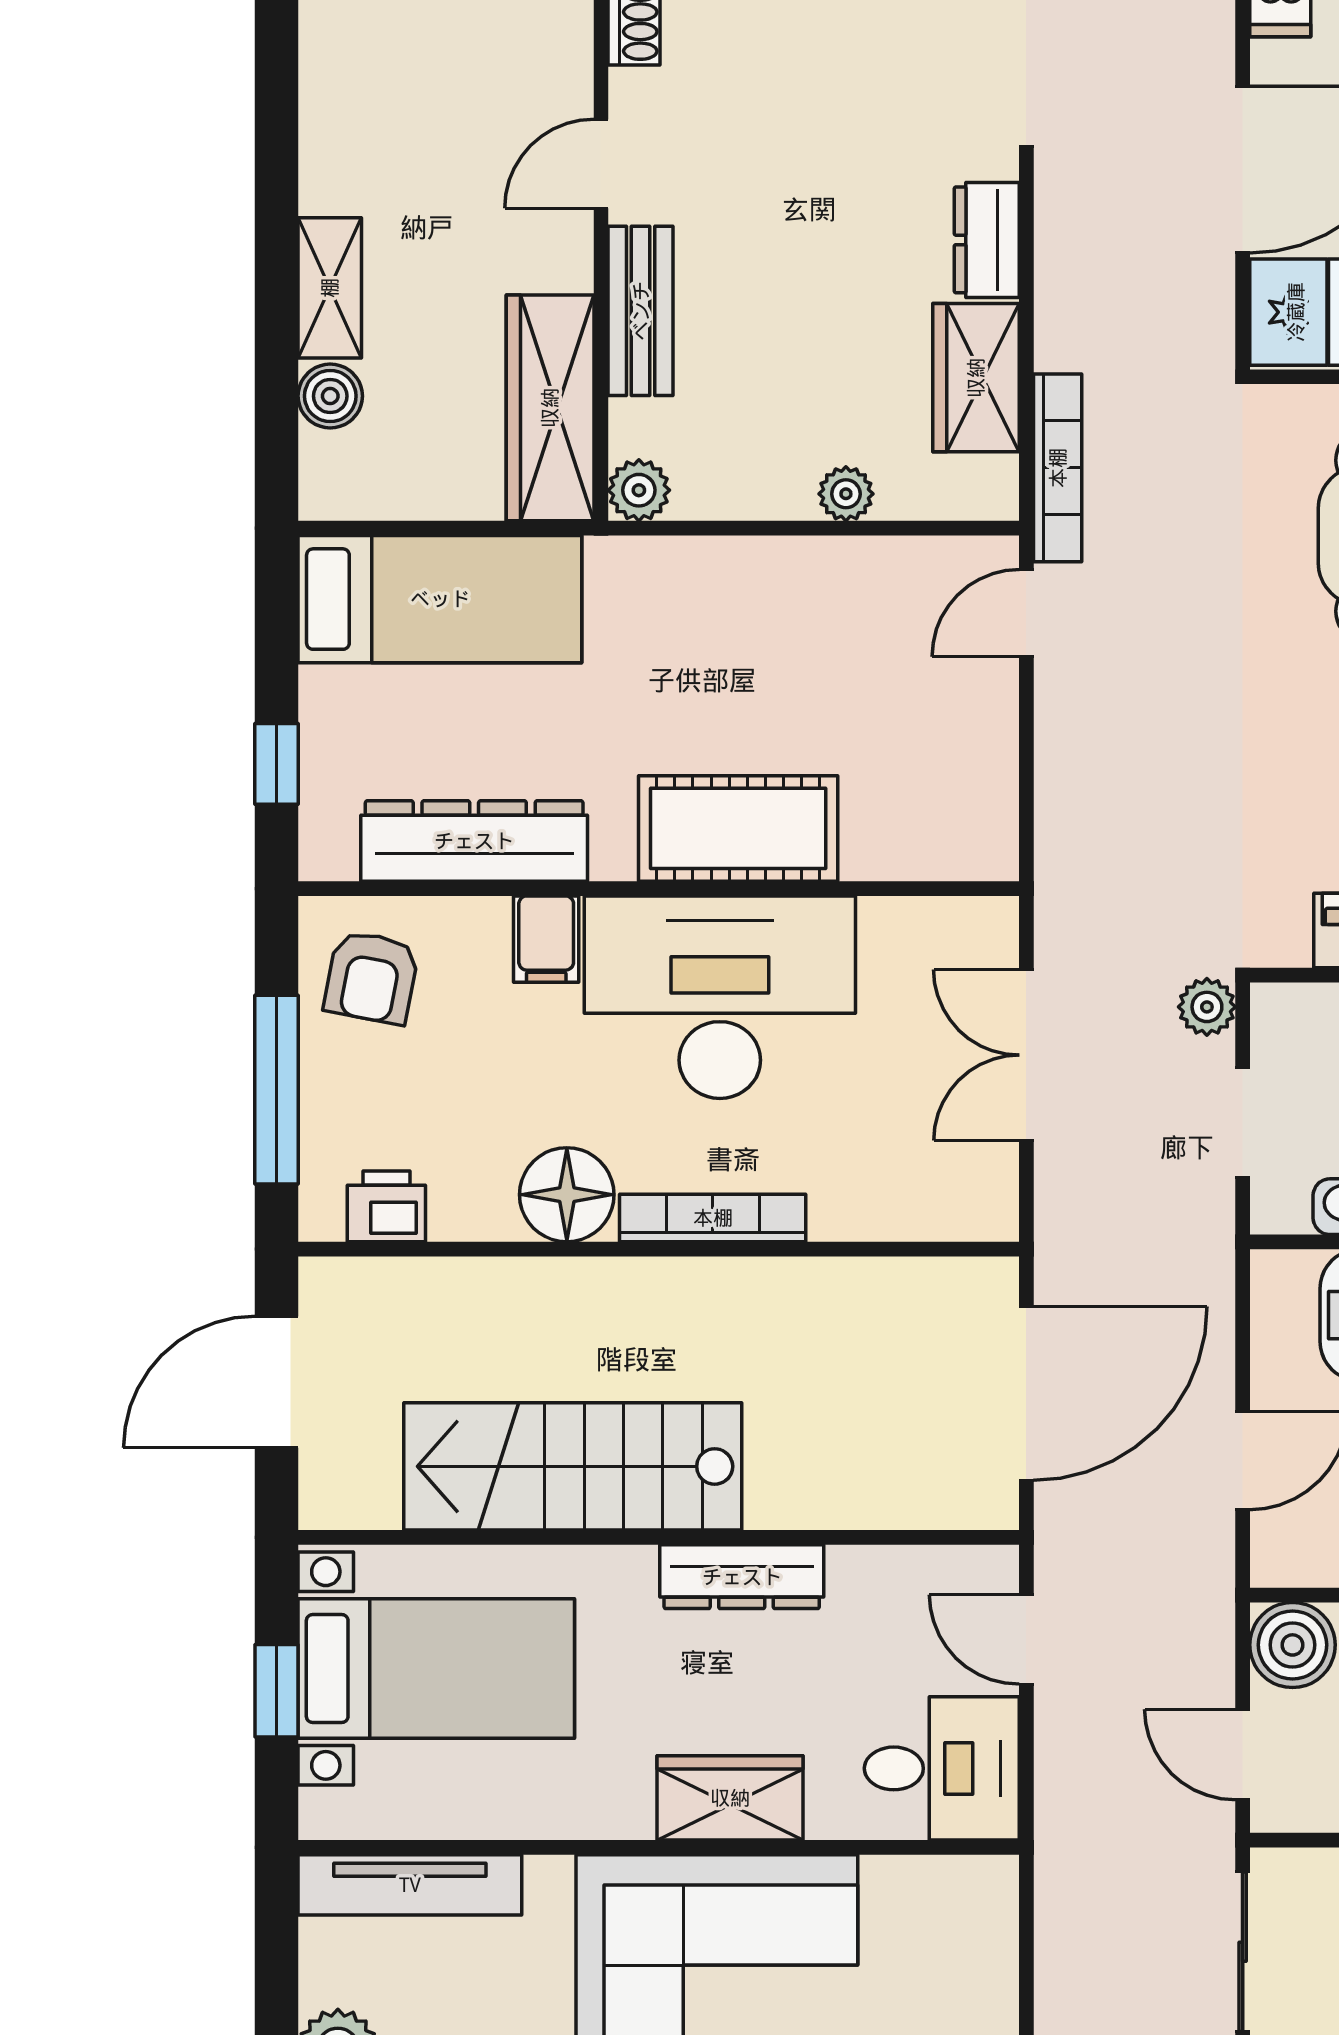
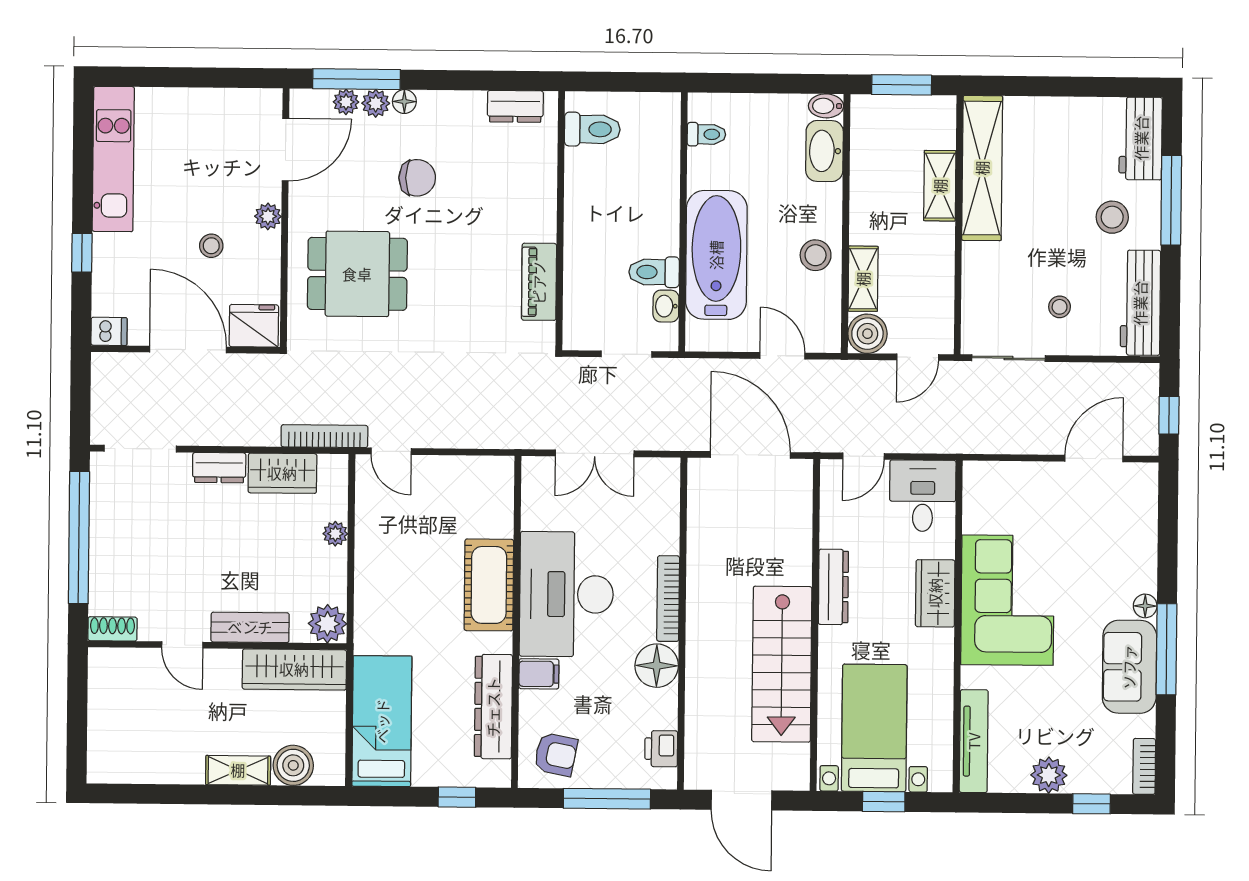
boiler: (330, 396) -> (293, 765), width x1.36, depth x1.36
plant: (639, 490) -> (327, 624), width x1.38, depth x1.38
plant: (1207, 1007) -> (573, 370), removed

